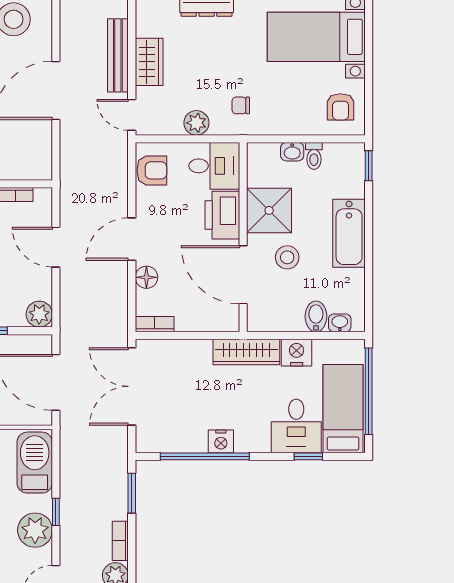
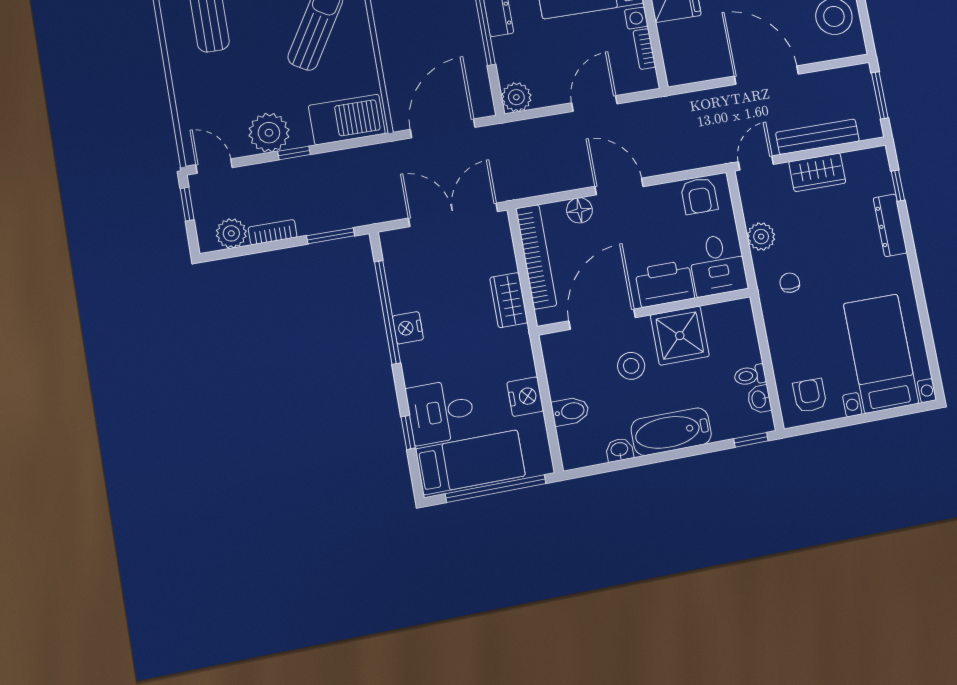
armchair: (341, 107) -> (810, 395), turned 90
washbasin: (292, 152) -> (759, 399), moved
washbasin: (340, 323) -> (619, 450), moved, turned -90
bookcase: (155, 324) -> (536, 257), width x2.31, depth x1.31
wardrobe: (246, 352) -> (509, 300), moved, width x0.67

